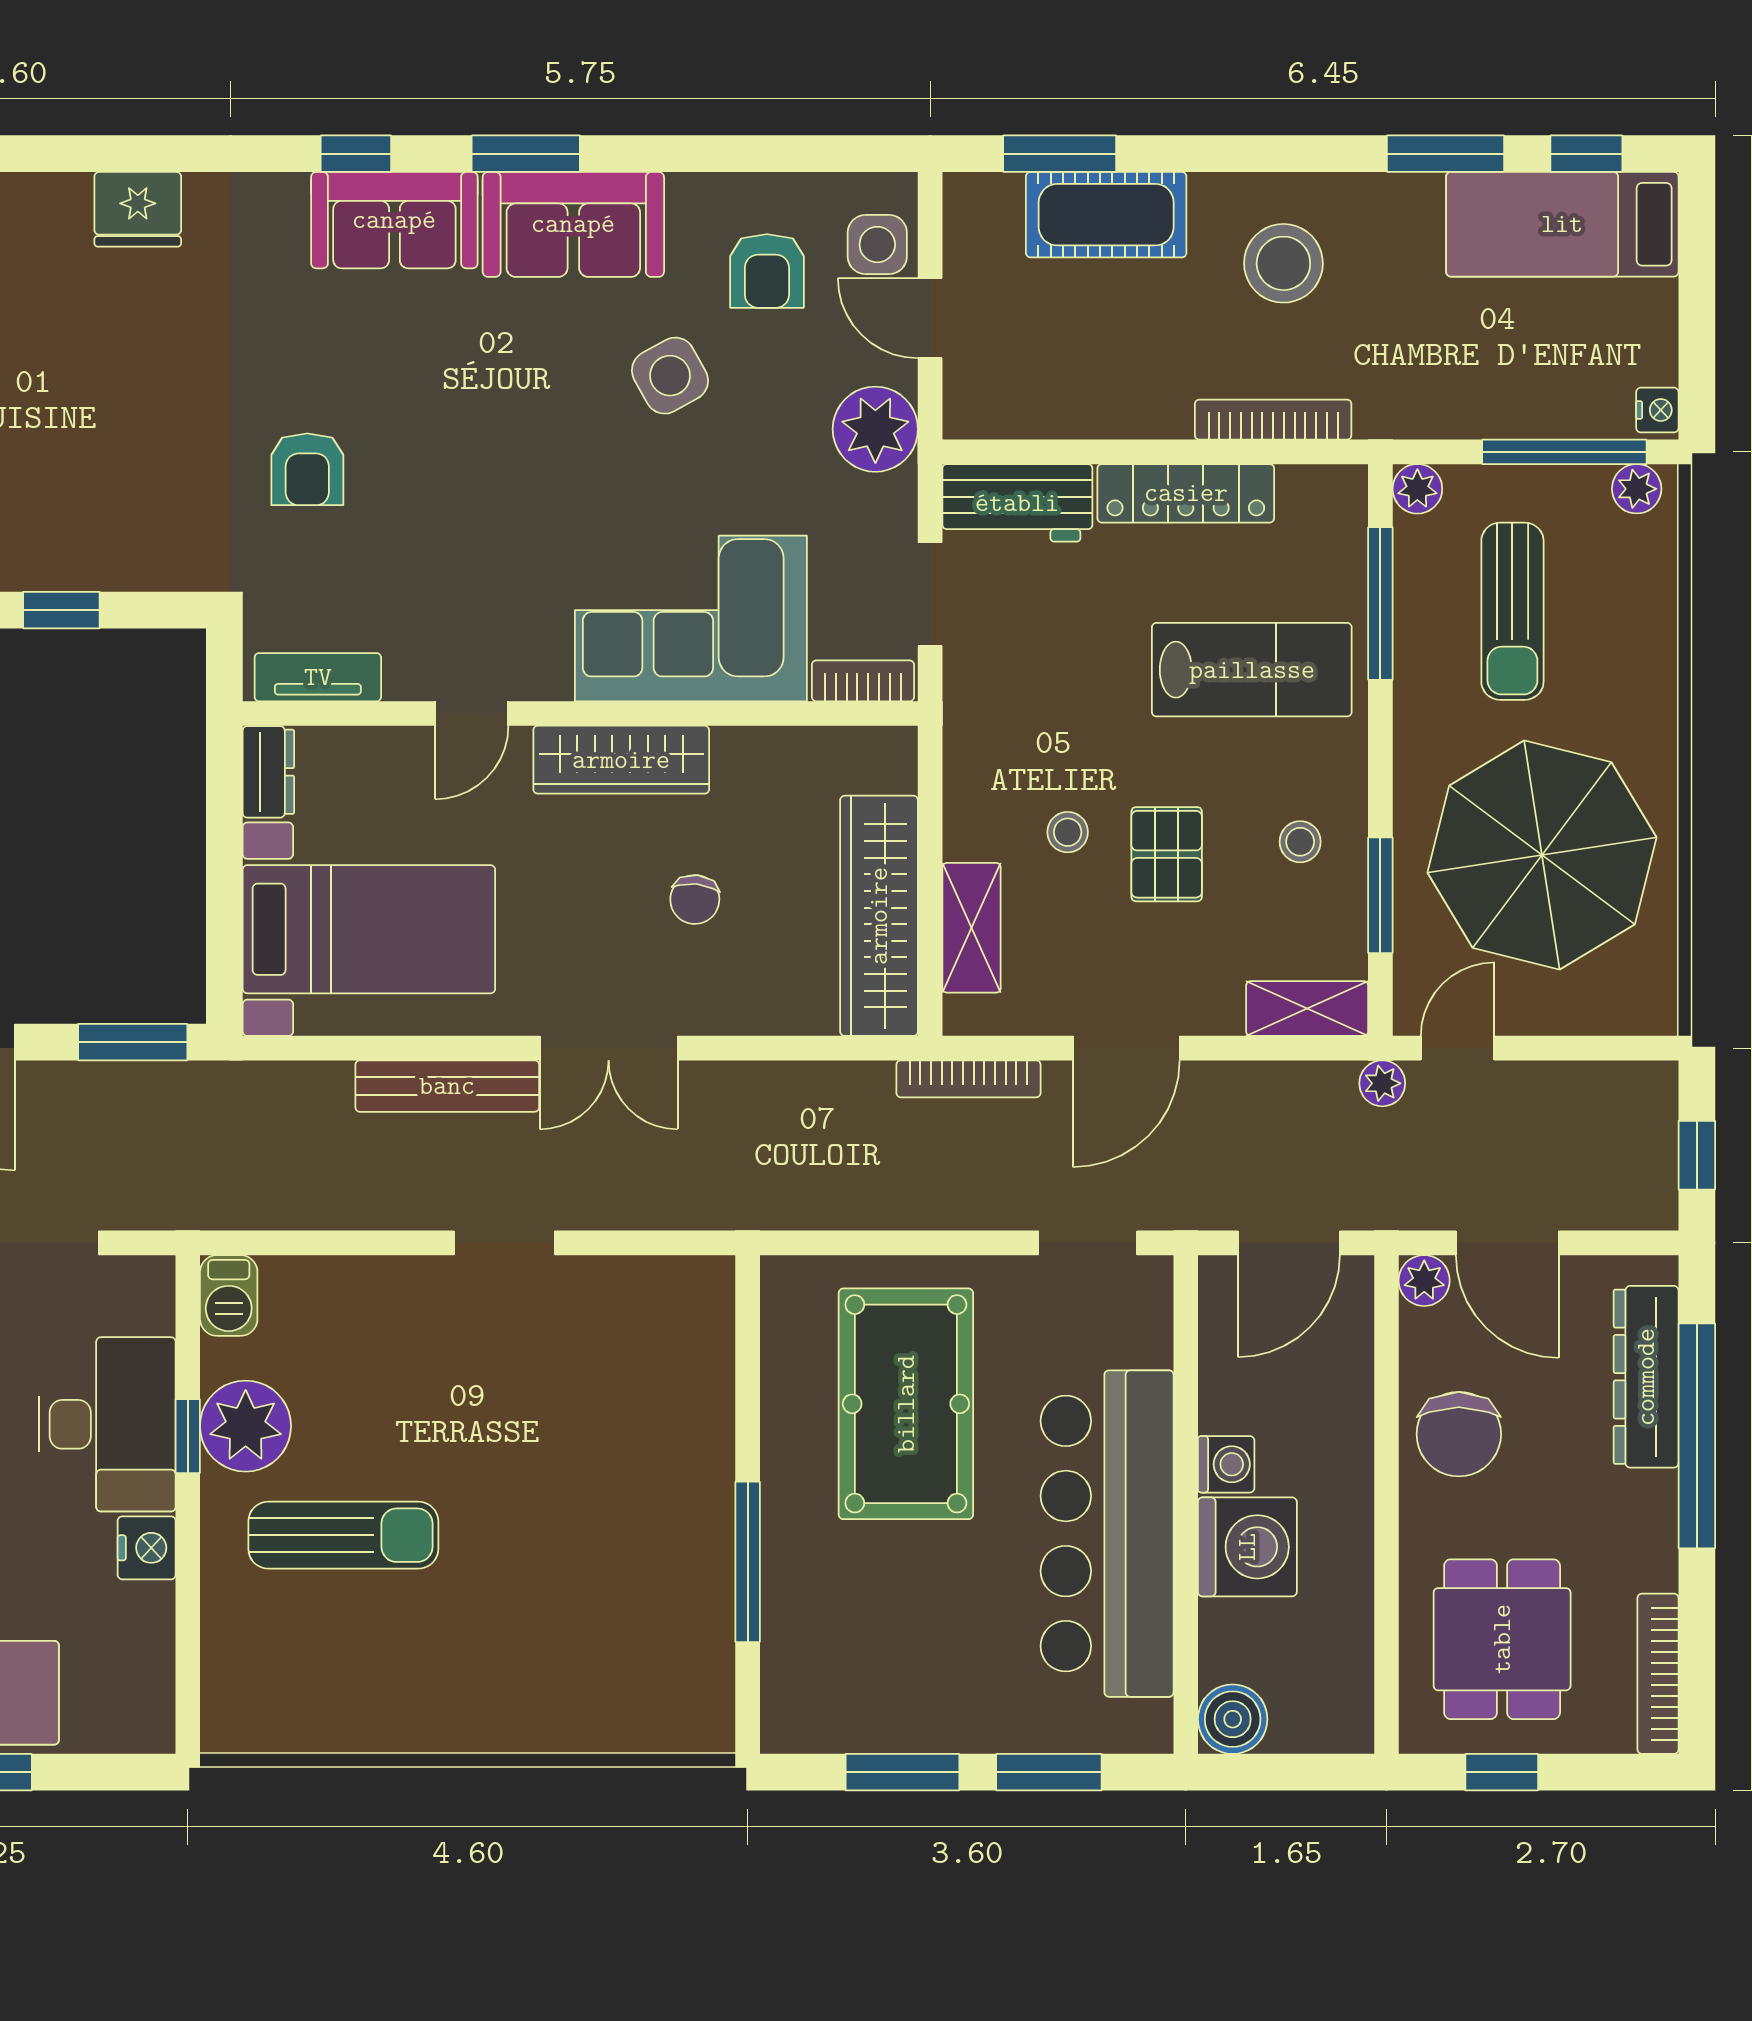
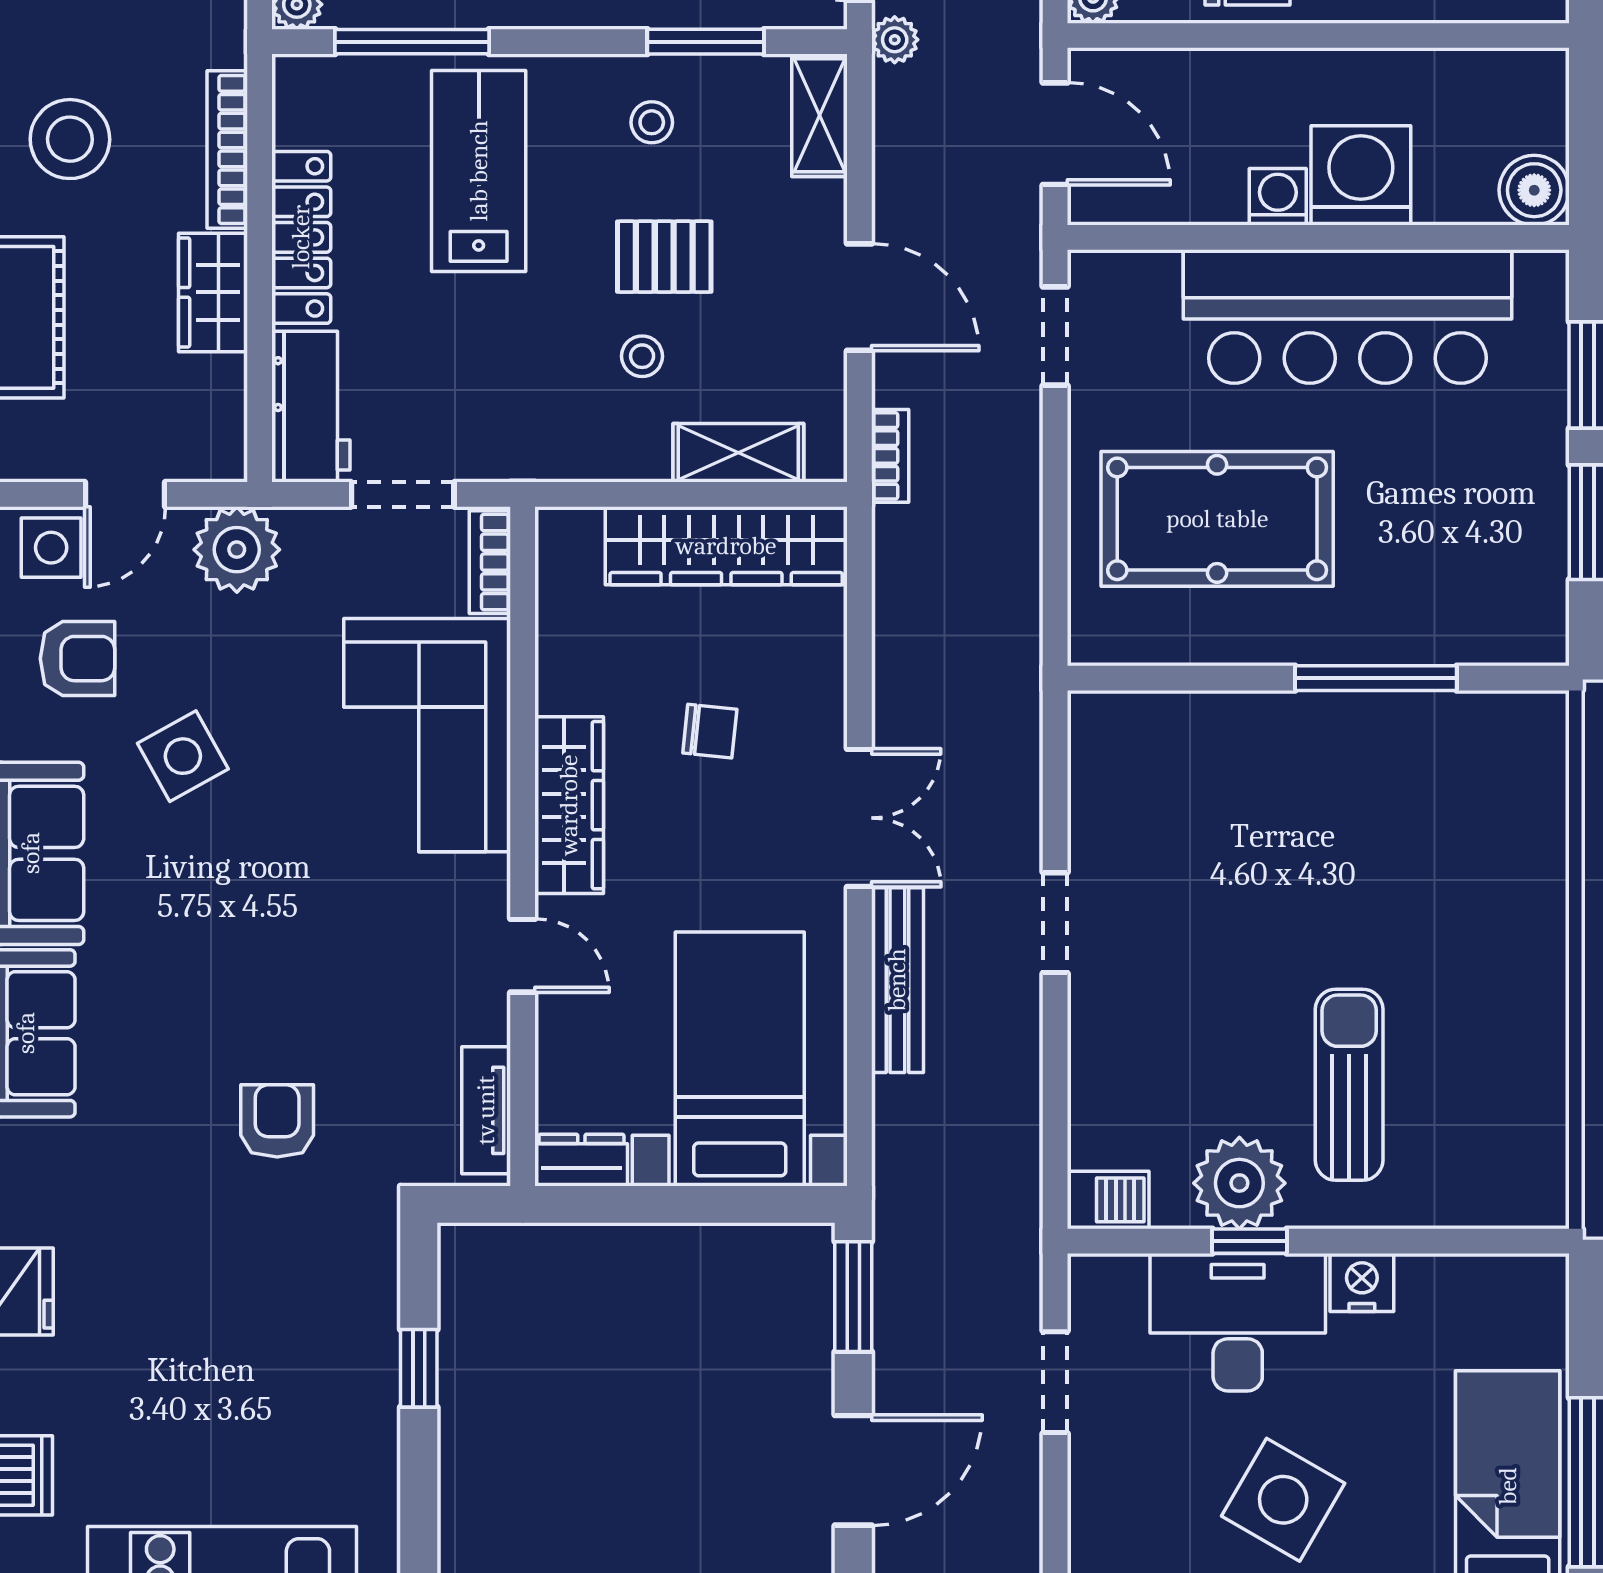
wardrobe: (1131, 405) -> (213, 292), added
armchair: (307, 469) -> (277, 1121), turned -90
bookcase: (968, 1079) -> (890, 456), width x0.64

